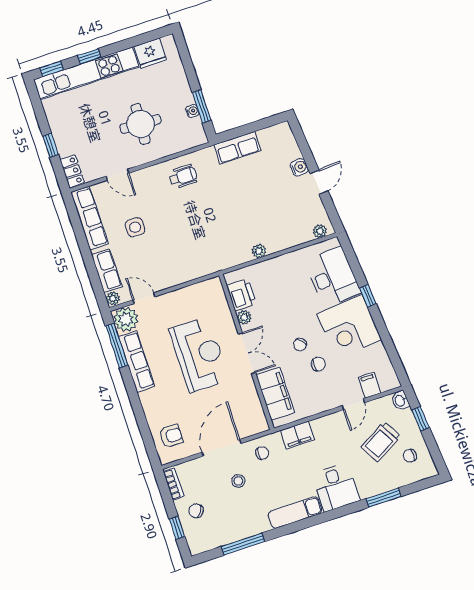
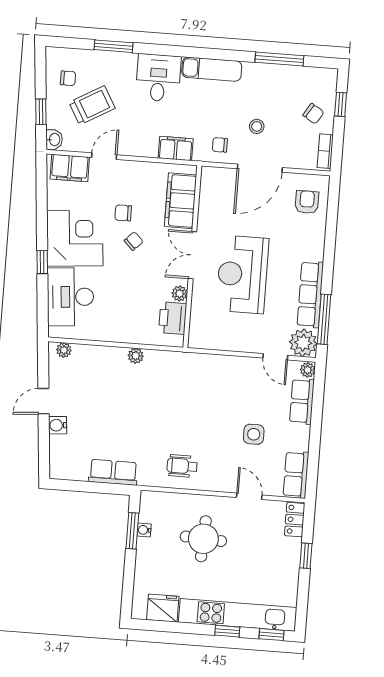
row of seats: (90, 218) -> (296, 475), width x0.68
filing cabinet: (370, 385) -> (70, 168), width x2.00
armchair: (171, 436) -> (307, 202), turned 90

